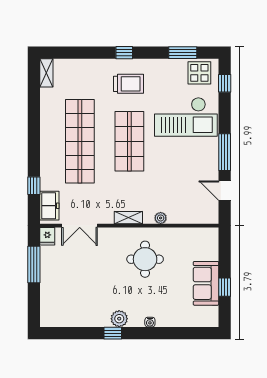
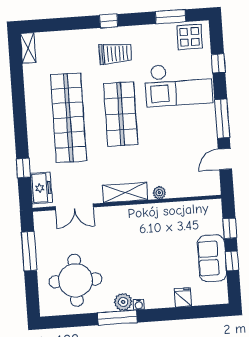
window: (225, 83) -> (218, 63), moved
door: (225, 191) -> (225, 159), hinge flipped
shelving: (128, 218) -> (125, 192), width x1.50, depth x1.33
fridge: (47, 236) -> (183, 297), moved, turned 180
window: (225, 256) -> (230, 228), added
round table: (145, 259) -> (75, 280), moved, width x1.36, depth x1.36
water cooler: (150, 322) -> (139, 304), moved
window: (113, 333) -> (117, 318), width x2.17

